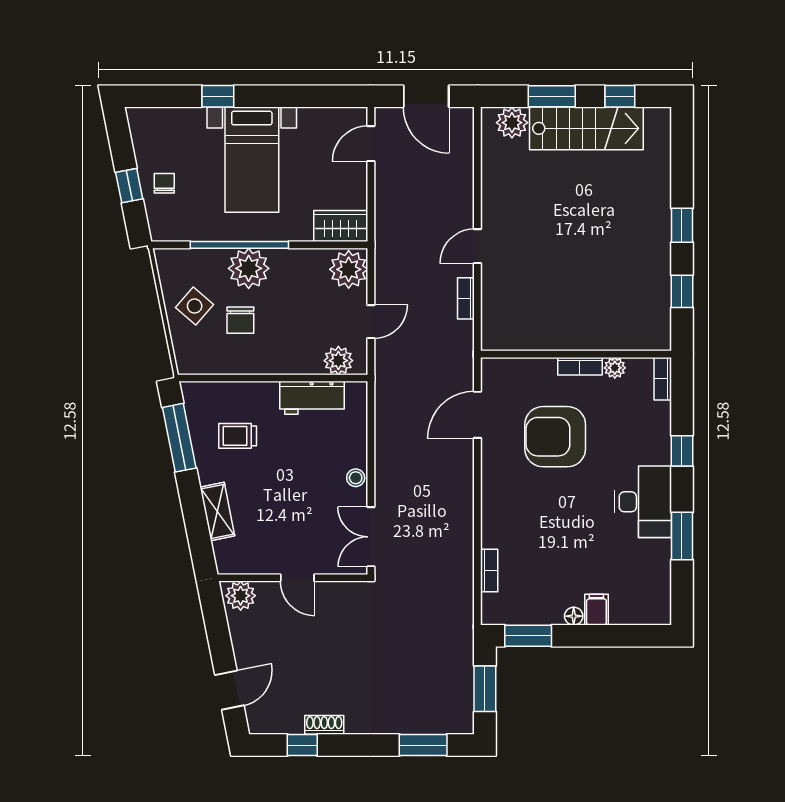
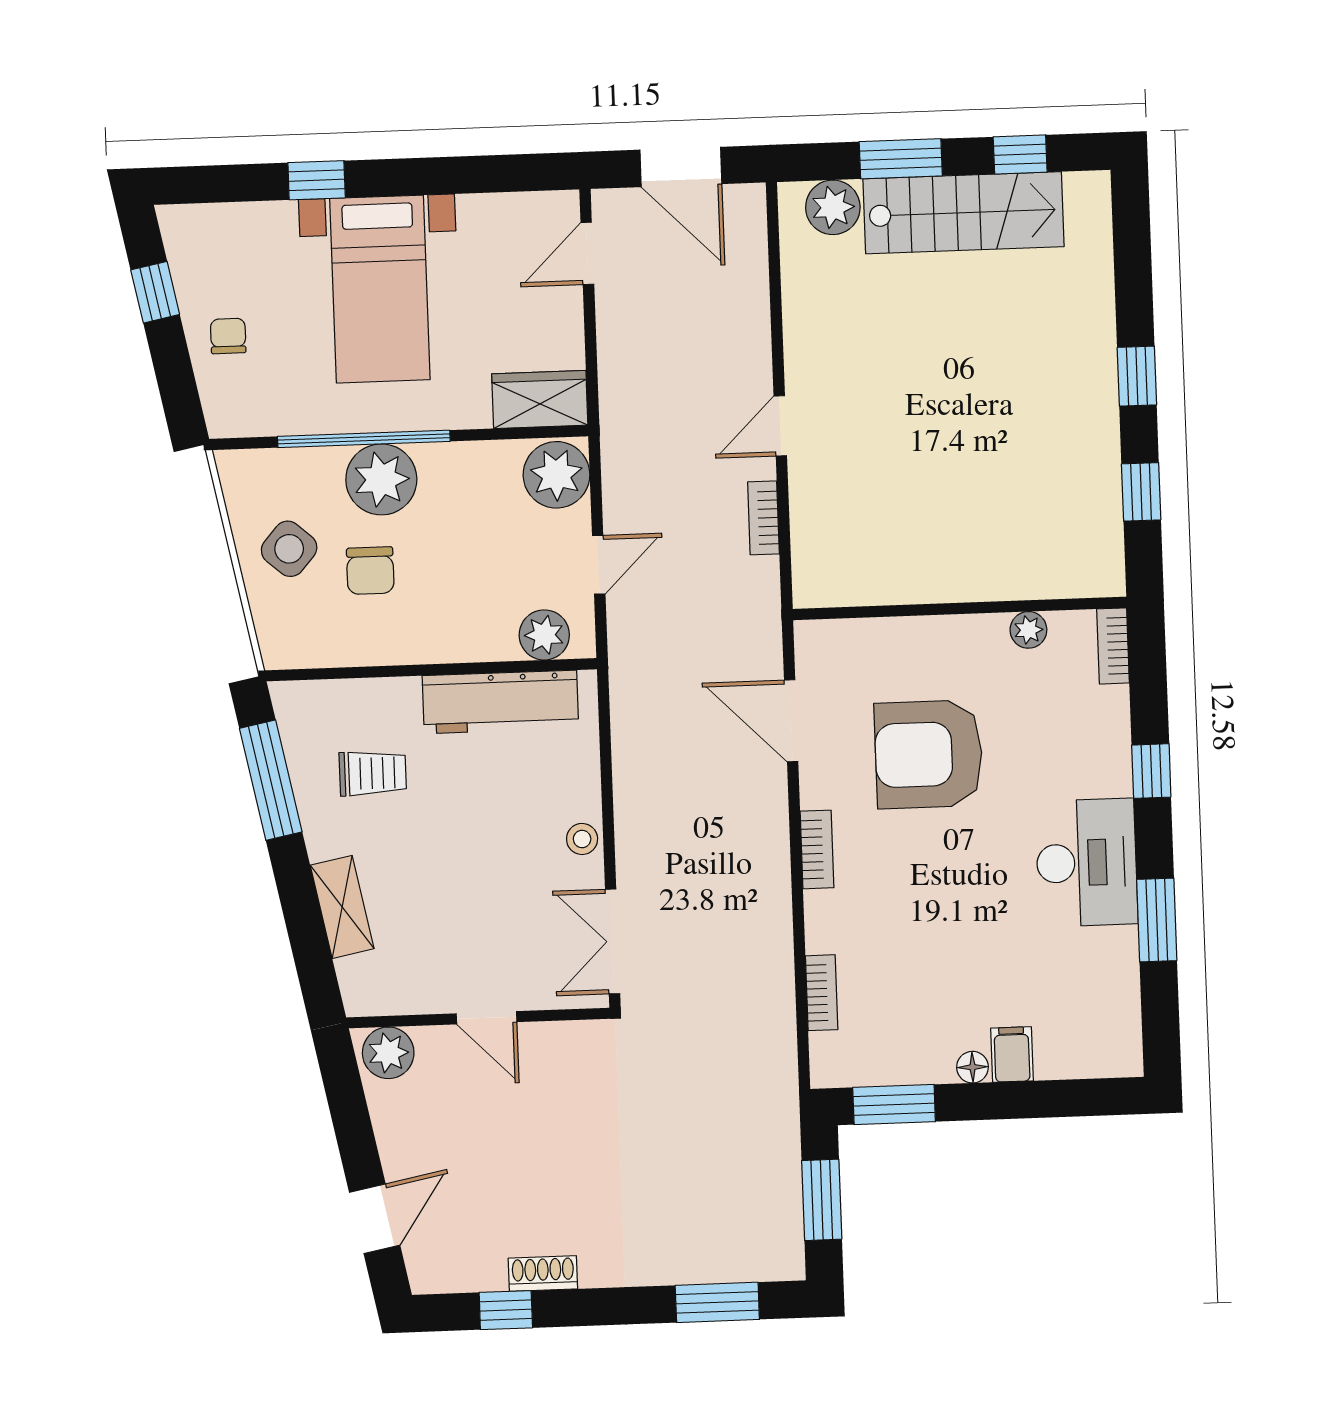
window: (129, 186) -> (155, 292), moved
bookcase: (580, 366) -> (817, 849), moved, turned -90
workbench: (312, 398) -> (500, 702), width x1.38
door: (477, 415) -> (791, 721), hinge flipped
trolley: (238, 436) -> (373, 773), turned 180

